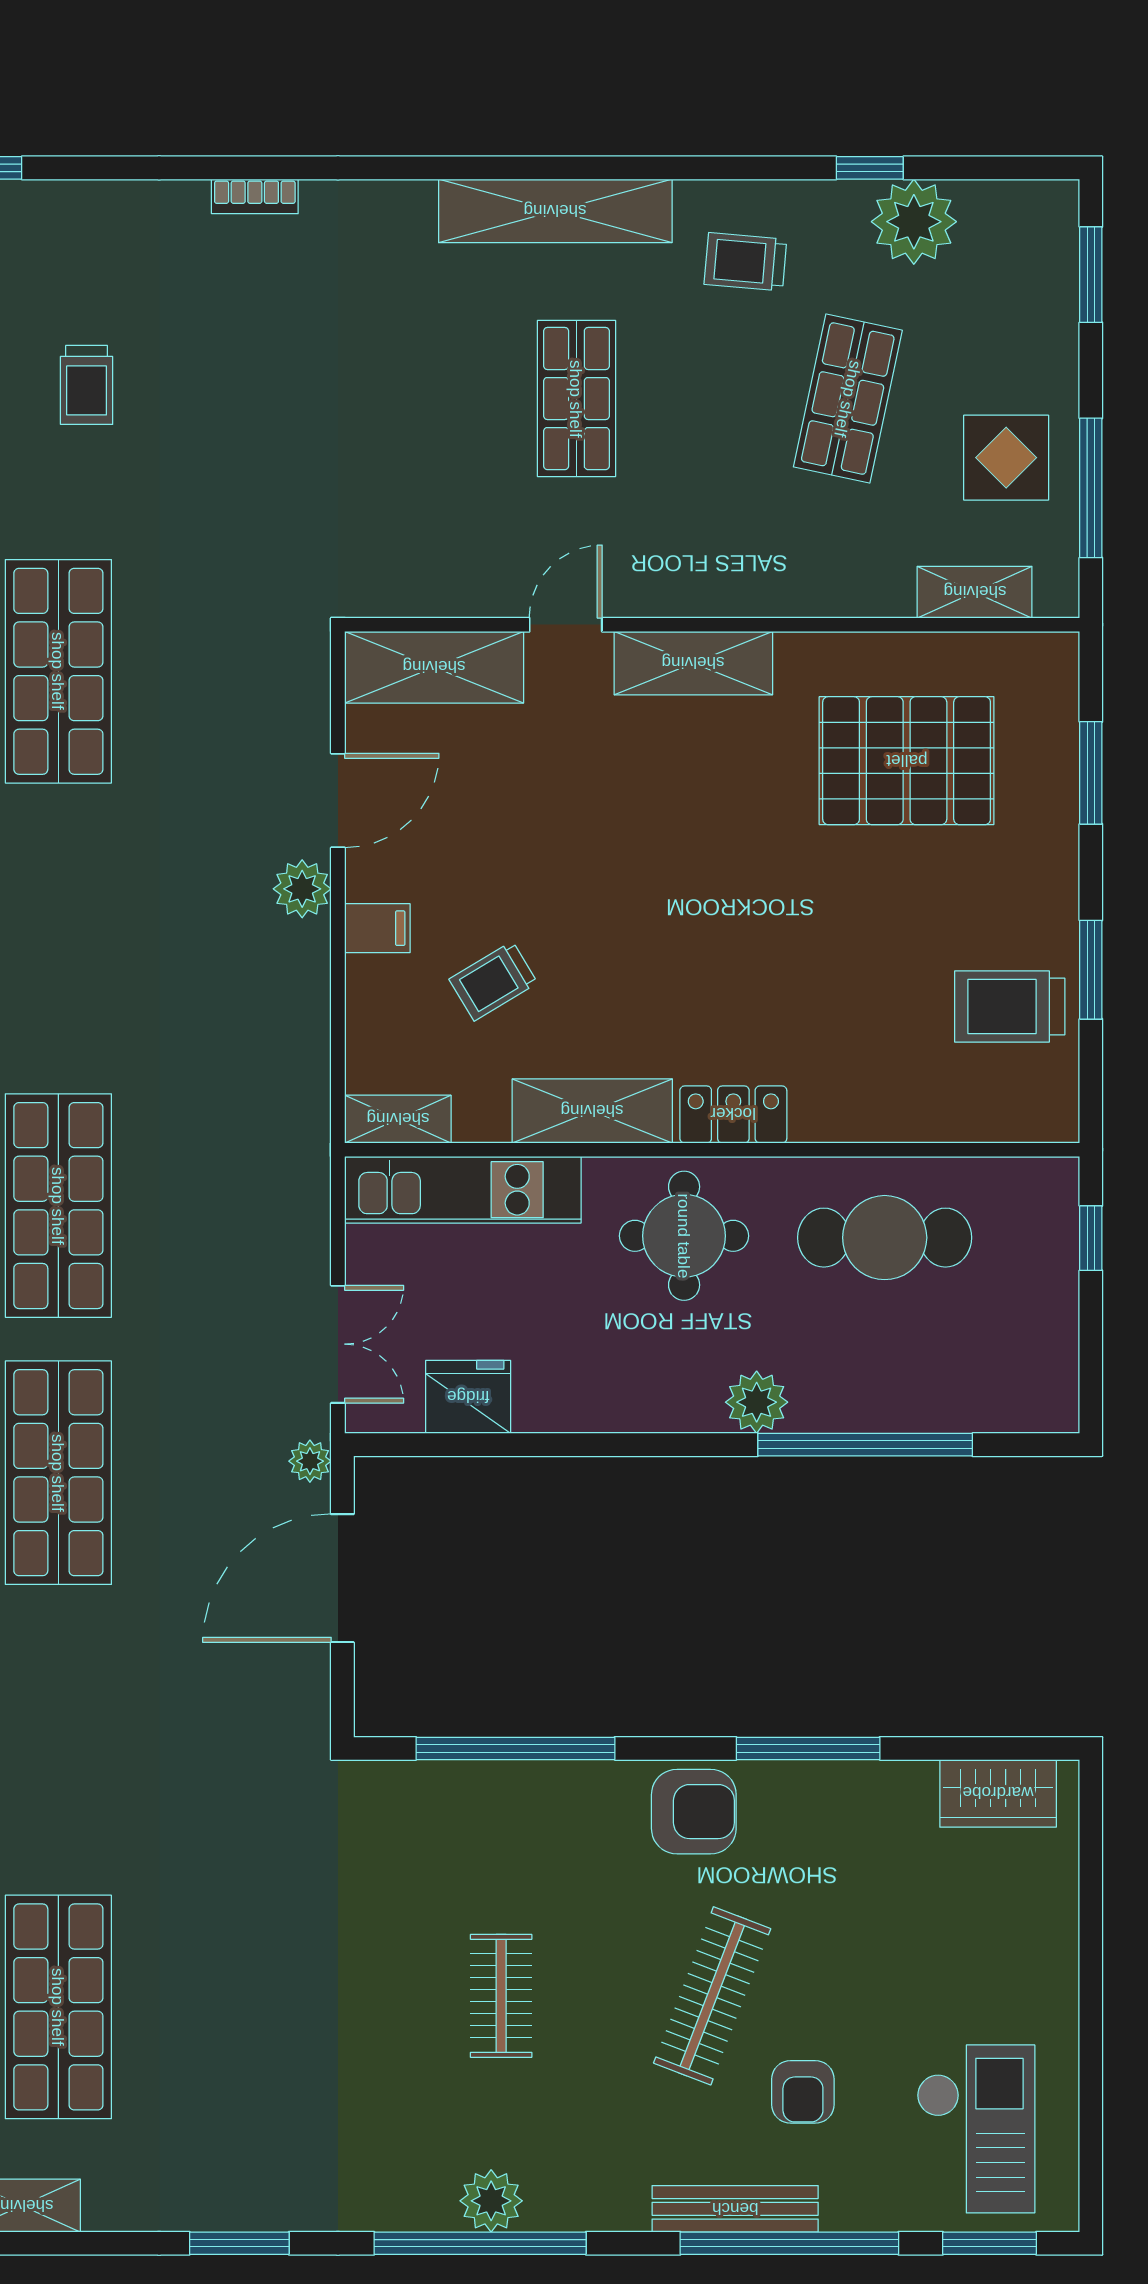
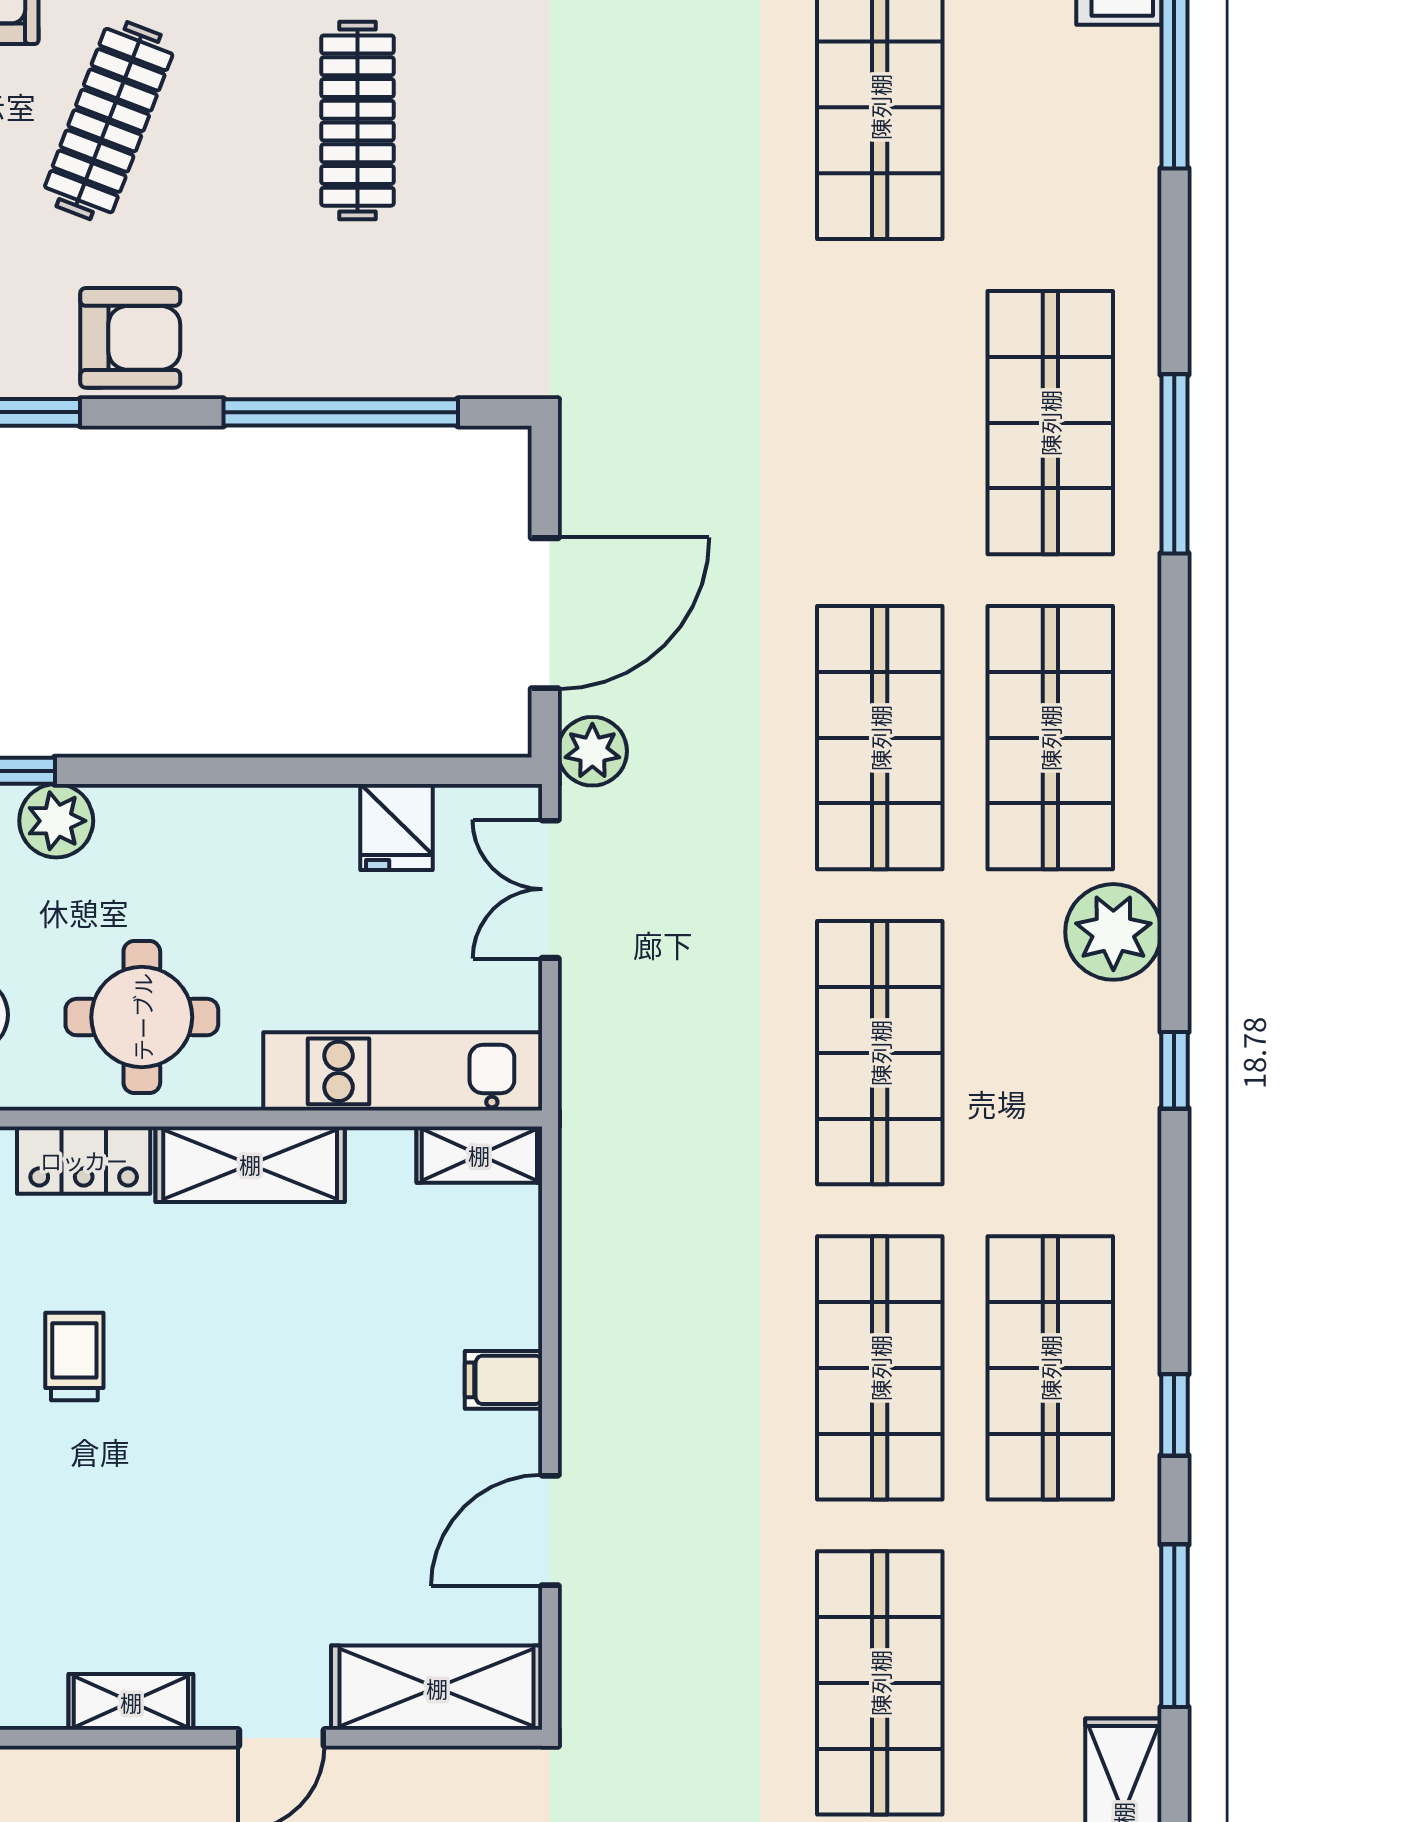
shelving: (693, 663) -> (131, 1702), width x0.67, depth x0.75
plant: (302, 889) -> (592, 1426), removed
shop shelf: (58, 938) -> (880, 1368), added
trolley: (493, 981) -> (74, 1357), moved, turned -59
fridge: (468, 1397) -> (396, 827), width x0.72
plant: (310, 1461) -> (592, 751), width x1.38, depth x1.38
armchair: (694, 1812) -> (130, 338), turned 180
clothes rail: (501, 1996) -> (357, 121), width x1.36

